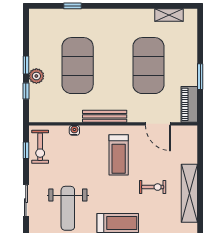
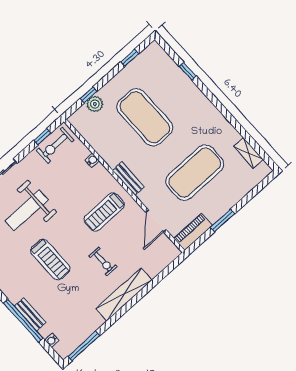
window: (26, 65) -> (130, 58), moved
exercise mat: (78, 66) -> (145, 117), turned 90
plant: (36, 76) -> (95, 104), moved
bench: (105, 116) -> (128, 179), width x0.73

